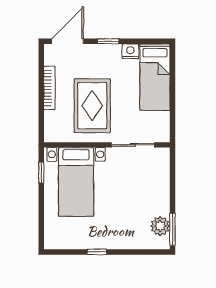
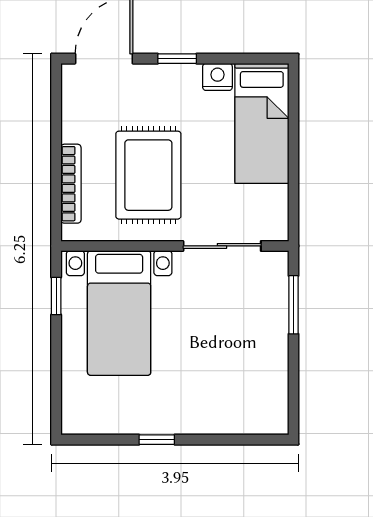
bookcase: (49, 88) -> (71, 184), moved
plant: (160, 226) -> (271, 393), removed
window: (172, 229) -> (294, 305), moved

